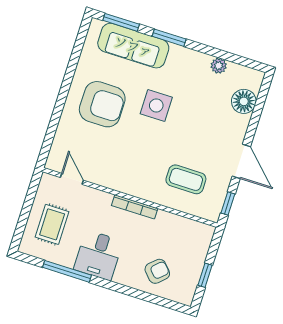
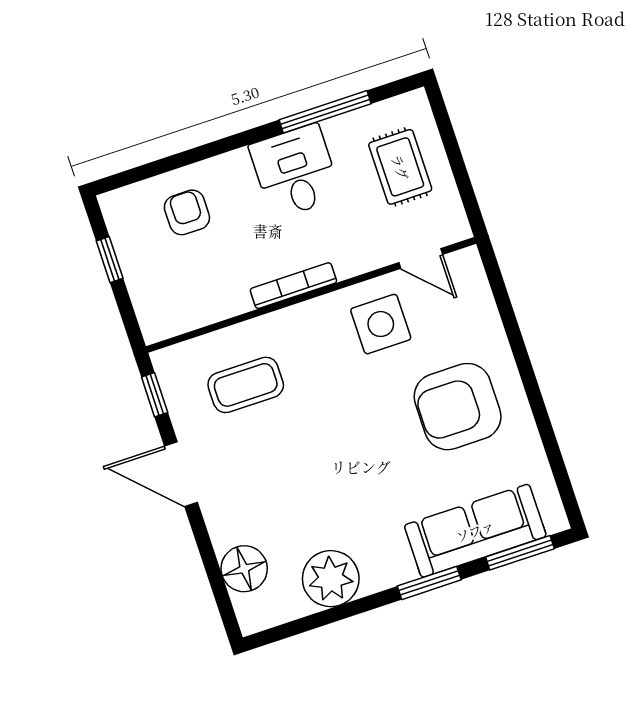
plant: (219, 66) -> (331, 579), width x1.88, depth x1.88
side table: (156, 105) -> (381, 324), moved
armchair: (157, 271) -> (187, 212), turned 133

